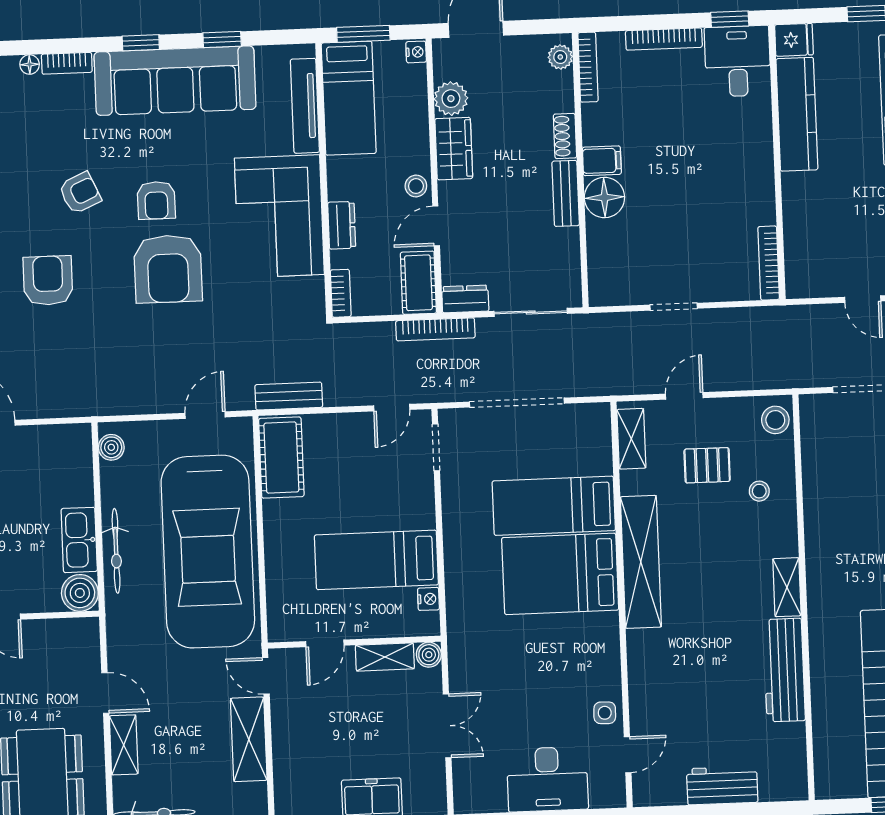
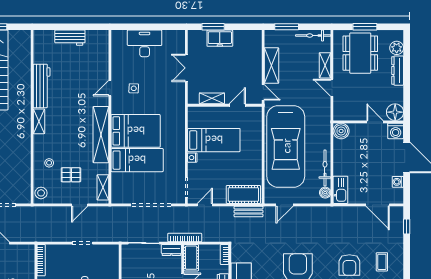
cot: (281, 458) -> (243, 194), moved, turned 90
kitchen sink: (79, 540) -> (340, 190), moved
bicycle: (116, 551) -> (325, 168), moved
car: (208, 552) -> (286, 146), turned 180
nightstand: (428, 599) -> (192, 158), moved
boiler: (429, 655) -> (193, 99), removed
side table: (605, 713) -> (134, 88), moved
door: (628, 755) -> (110, 88), moved

